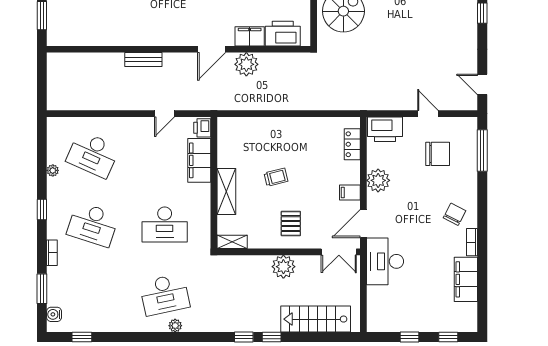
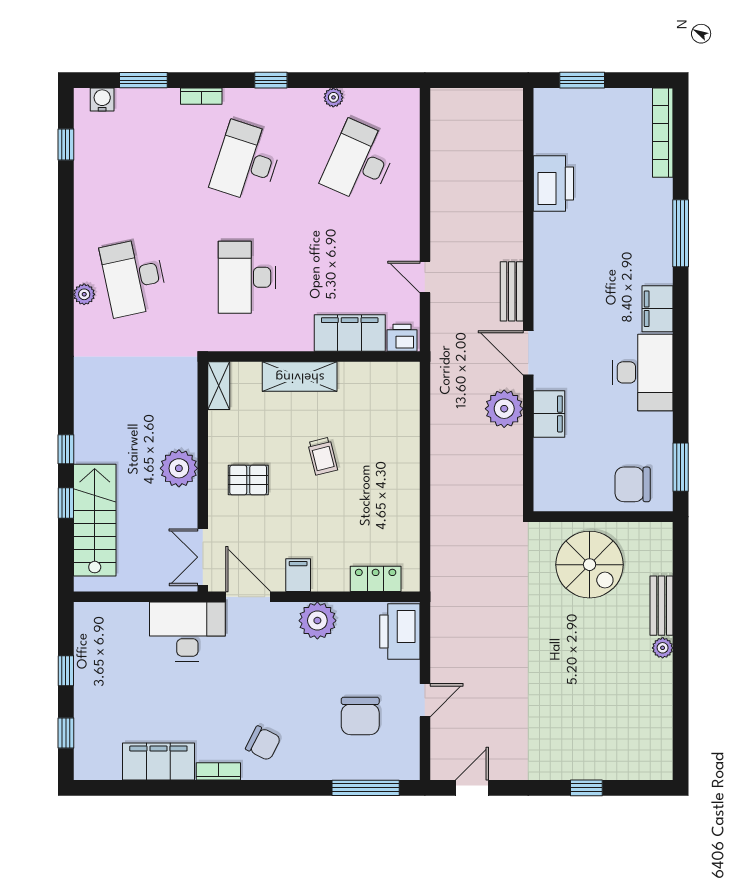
printer: (283, 34) -> (553, 183), moved
bench: (143, 60) -> (512, 291), moved
window: (244, 337) -> (66, 503), moved

